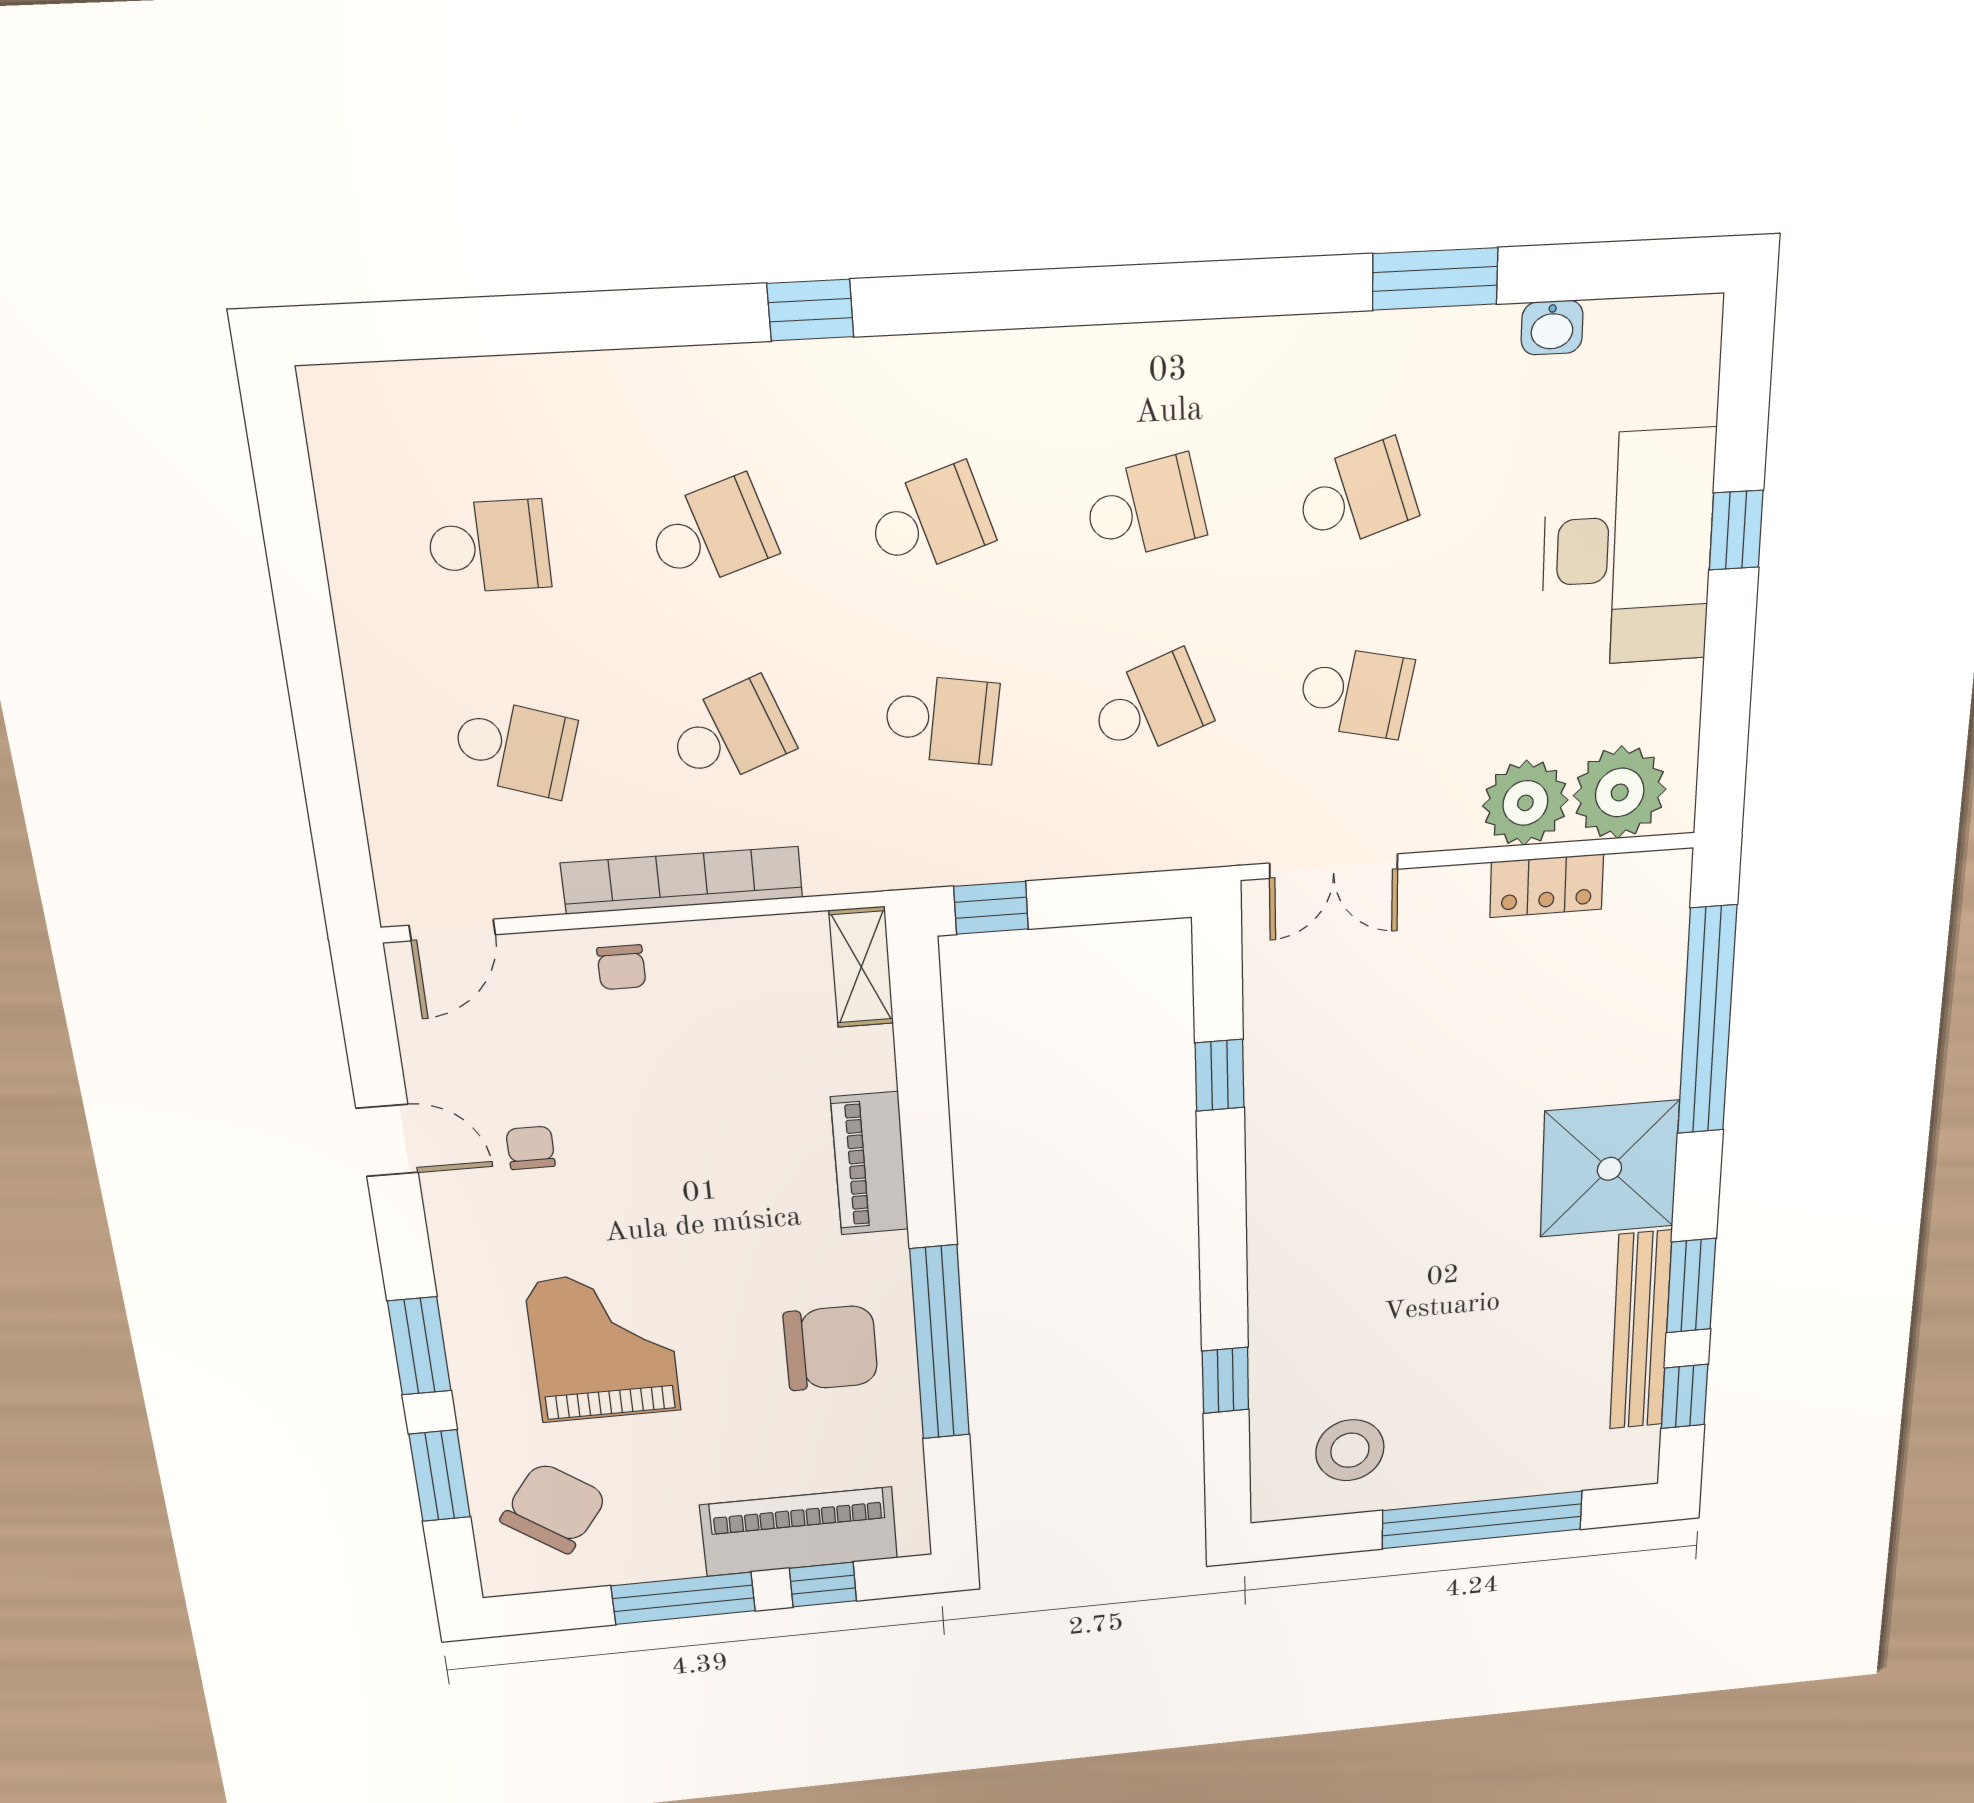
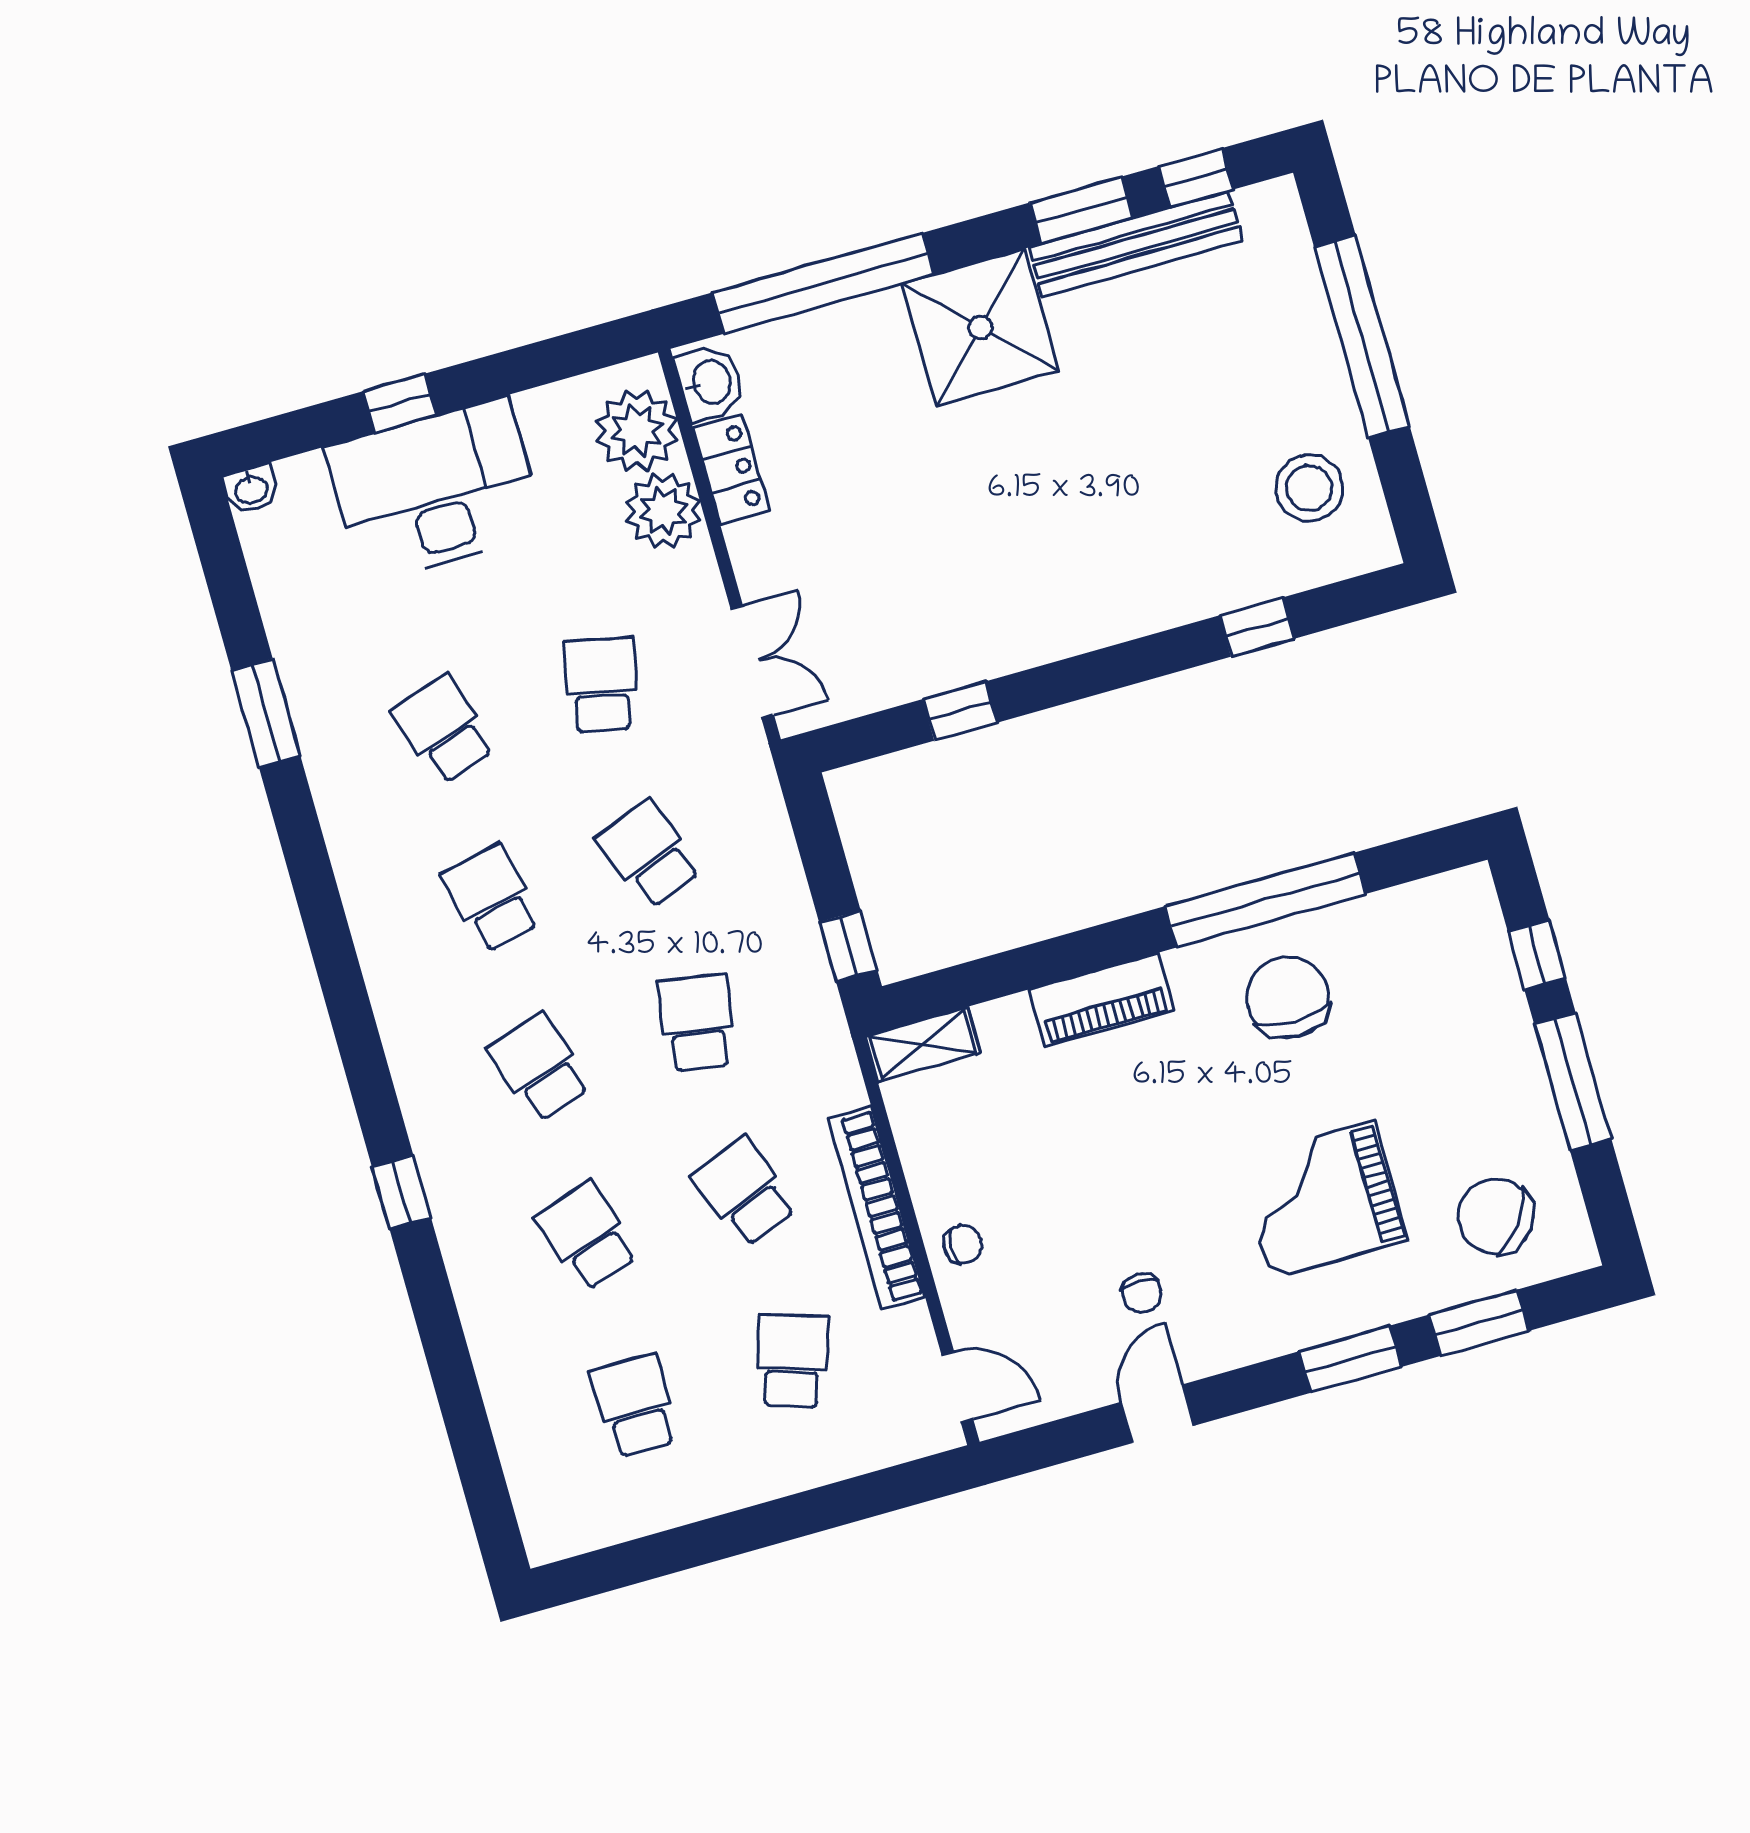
washbasin: (1552, 328) -> (251, 489), moved, turned 90
washbasin: (1645, 882) -> (710, 382), added
chair: (531, 1148) -> (1142, 1293), turned -90
piano: (799, 1532) -> (1483, 988), removed

